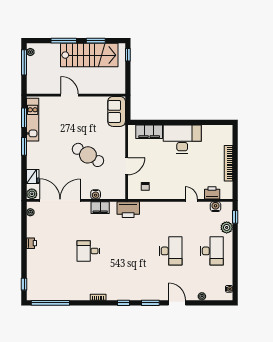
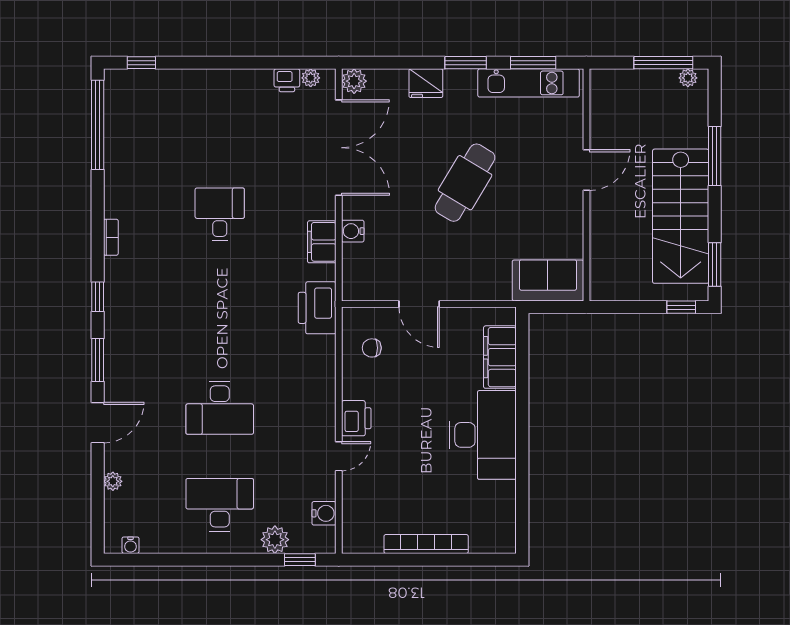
window: (96, 41) -> (715, 264), moved
cafe table: (88, 155) -> (465, 183), moved
fridge: (33, 177) -> (426, 83), moved
printer: (212, 193) -> (356, 418), moved
printer: (31, 243) -> (287, 80), moved
desk: (212, 251) -> (220, 505), turned 180

